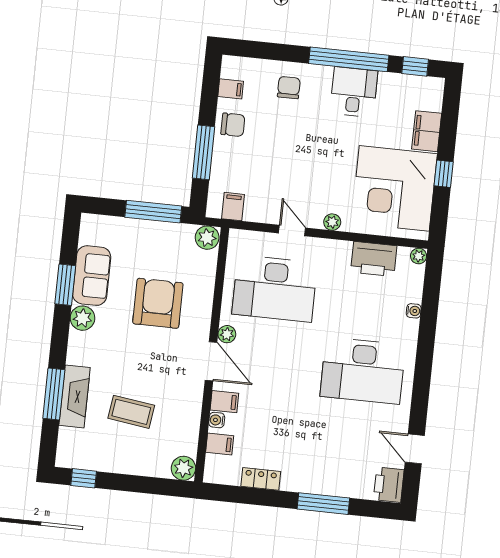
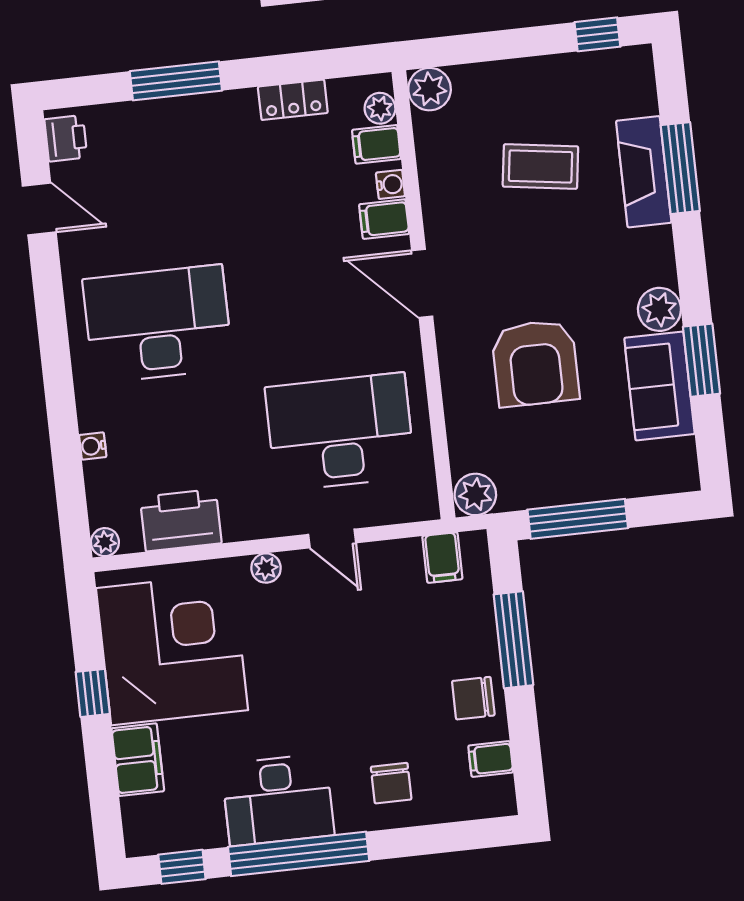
desk: (354, 92) -> (278, 800), width x1.37
plant: (227, 334) -> (380, 108), moved
printer: (389, 485) -> (66, 138), width x0.73, depth x0.81

